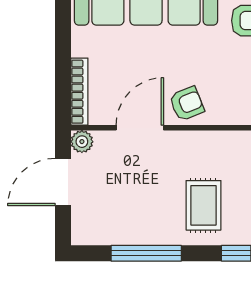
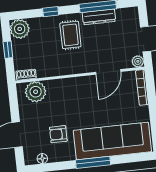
armchair: (187, 104) -> (85, 87), removed
dresser: (146, 233) -> (99, 17), added

